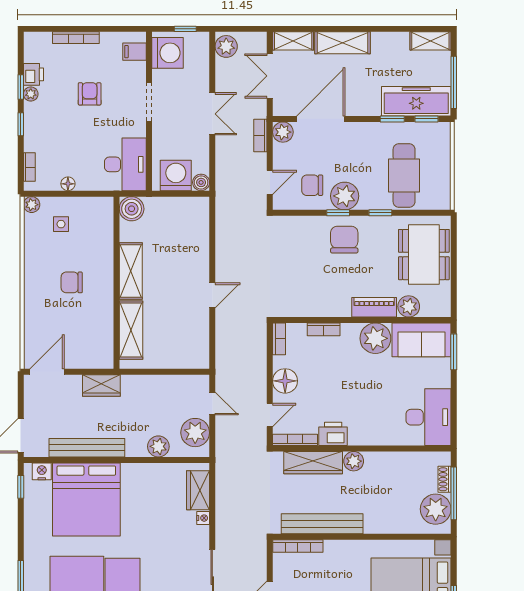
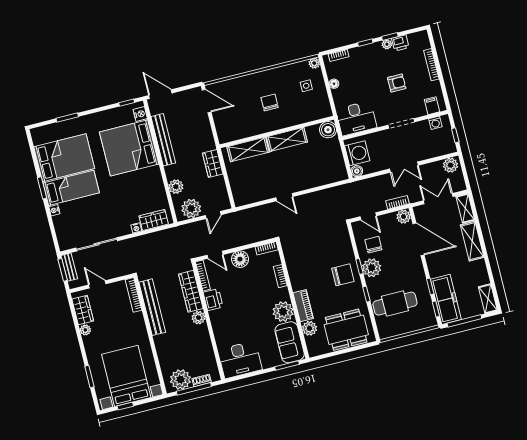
washing machine: (168, 53) -> (435, 123), width x0.53, depth x0.53
wardrobe: (101, 386) -> (213, 164), moved

